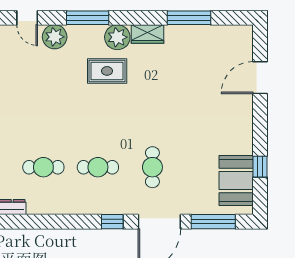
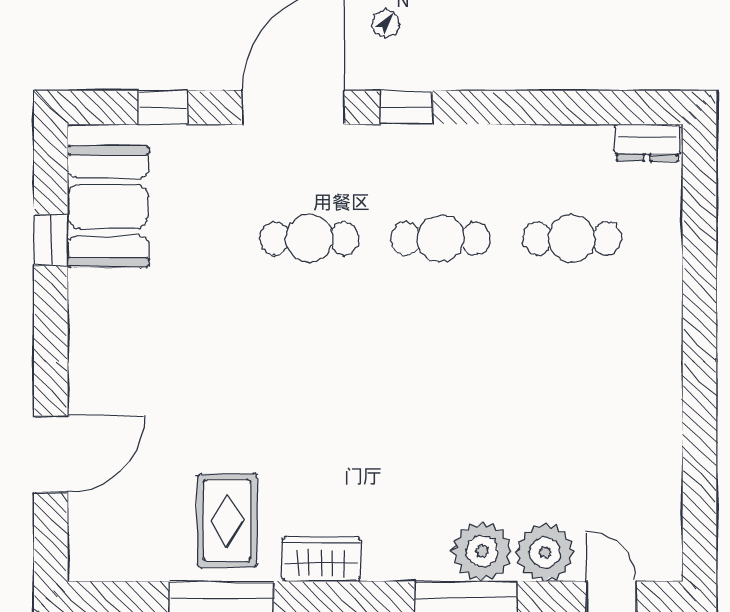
plant: (117, 37) -> (482, 551), moved
rug: (107, 71) -> (227, 520), moved, turned 90
cafe table: (152, 167) -> (310, 239), turned 90
window: (213, 222) -> (163, 107), width x0.46

